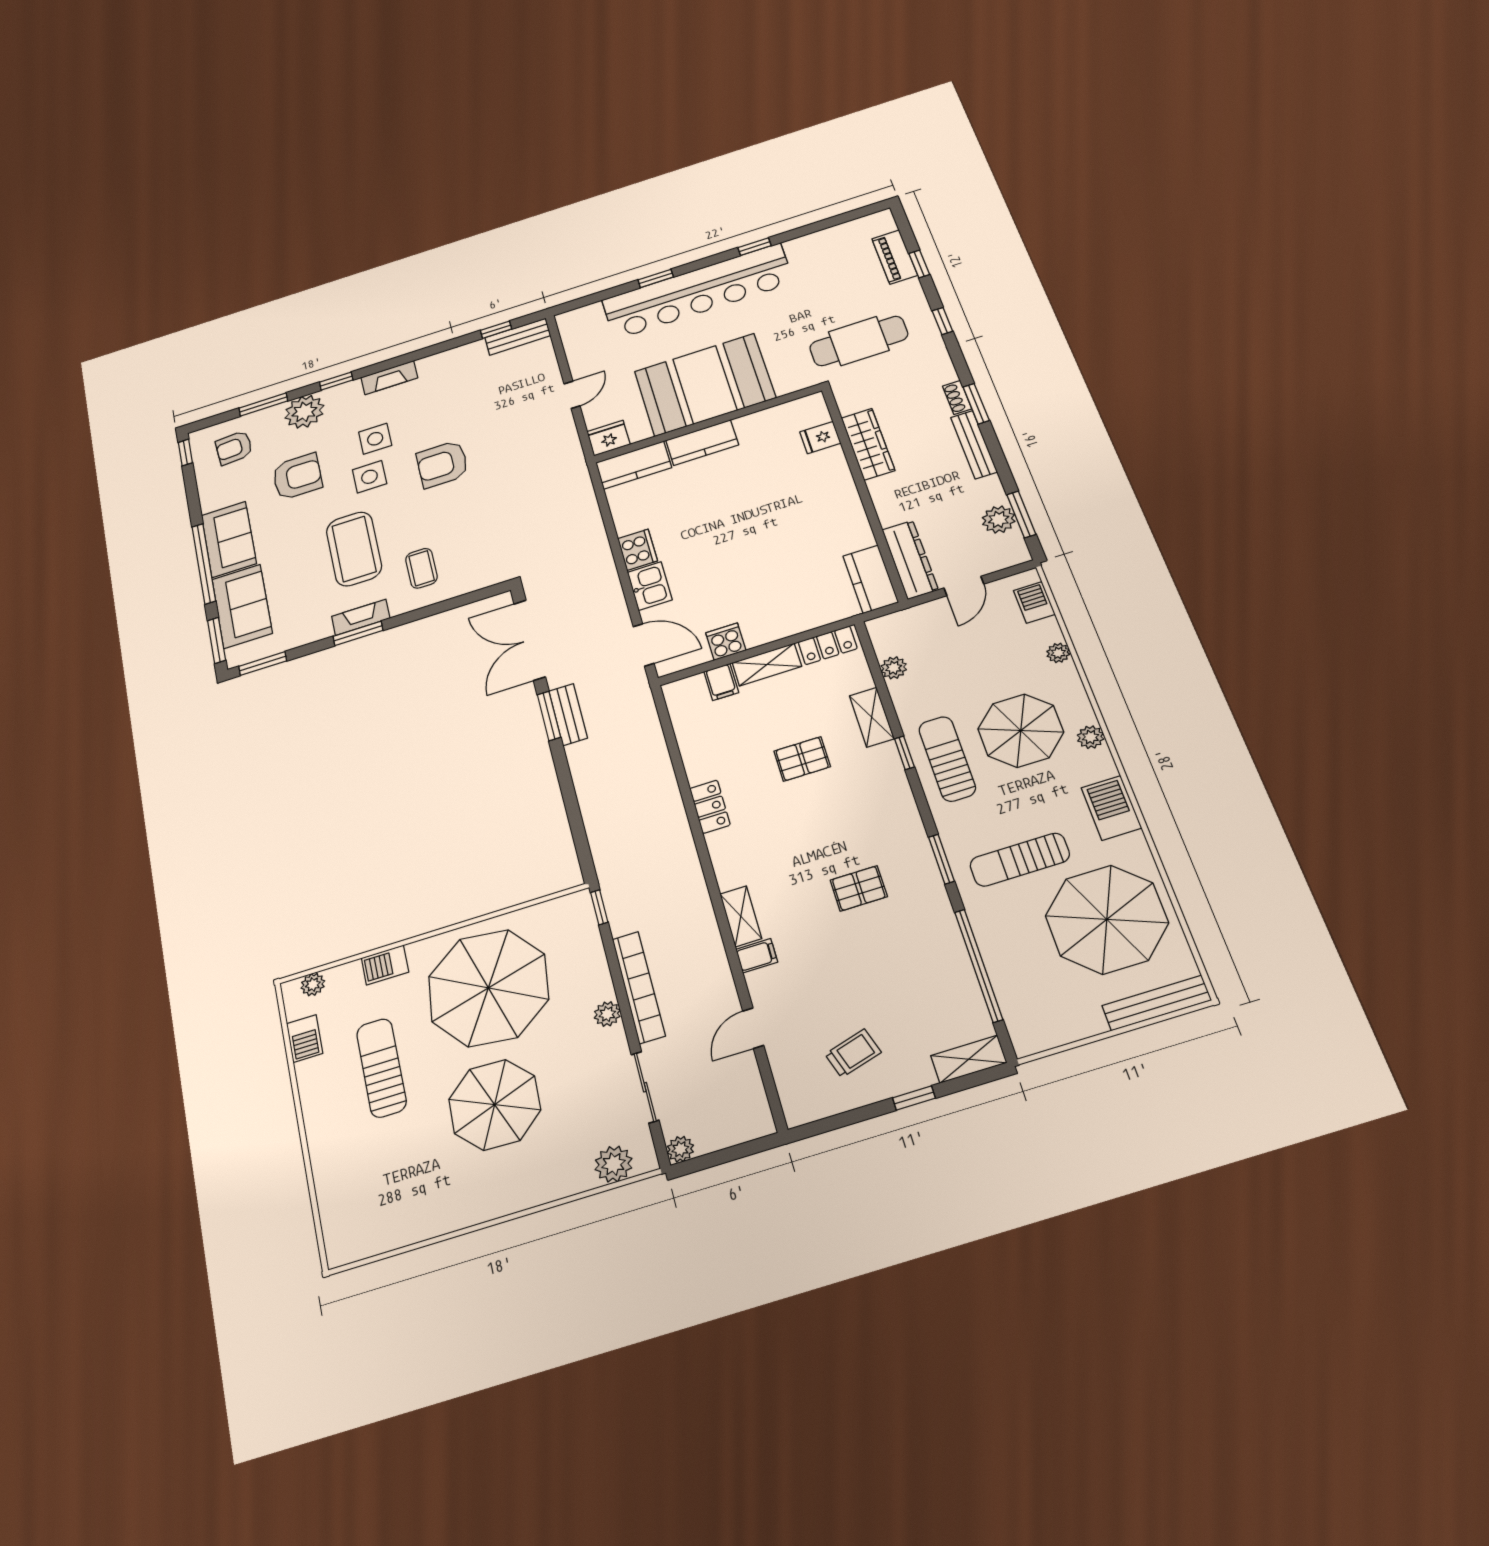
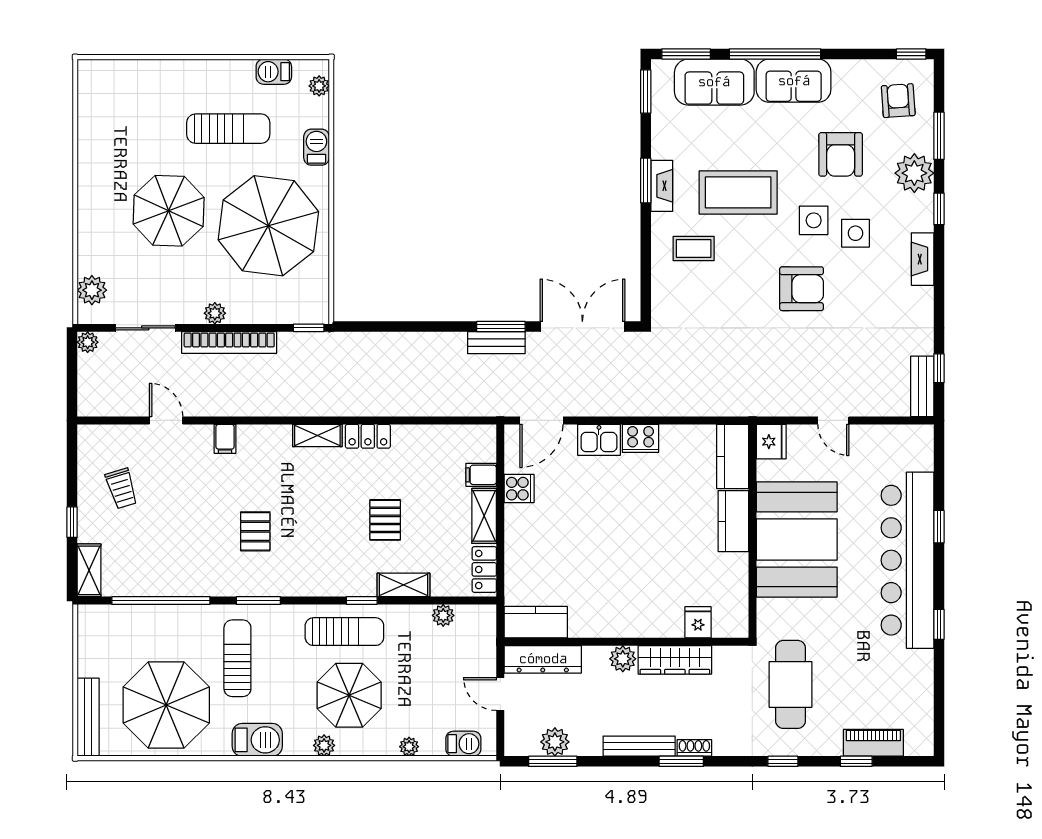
armchair: (442, 464) -> (802, 289), turned 90
plant: (883, 489) -> (623, 659), added
shelving: (741, 916) -> (317, 435), moved

